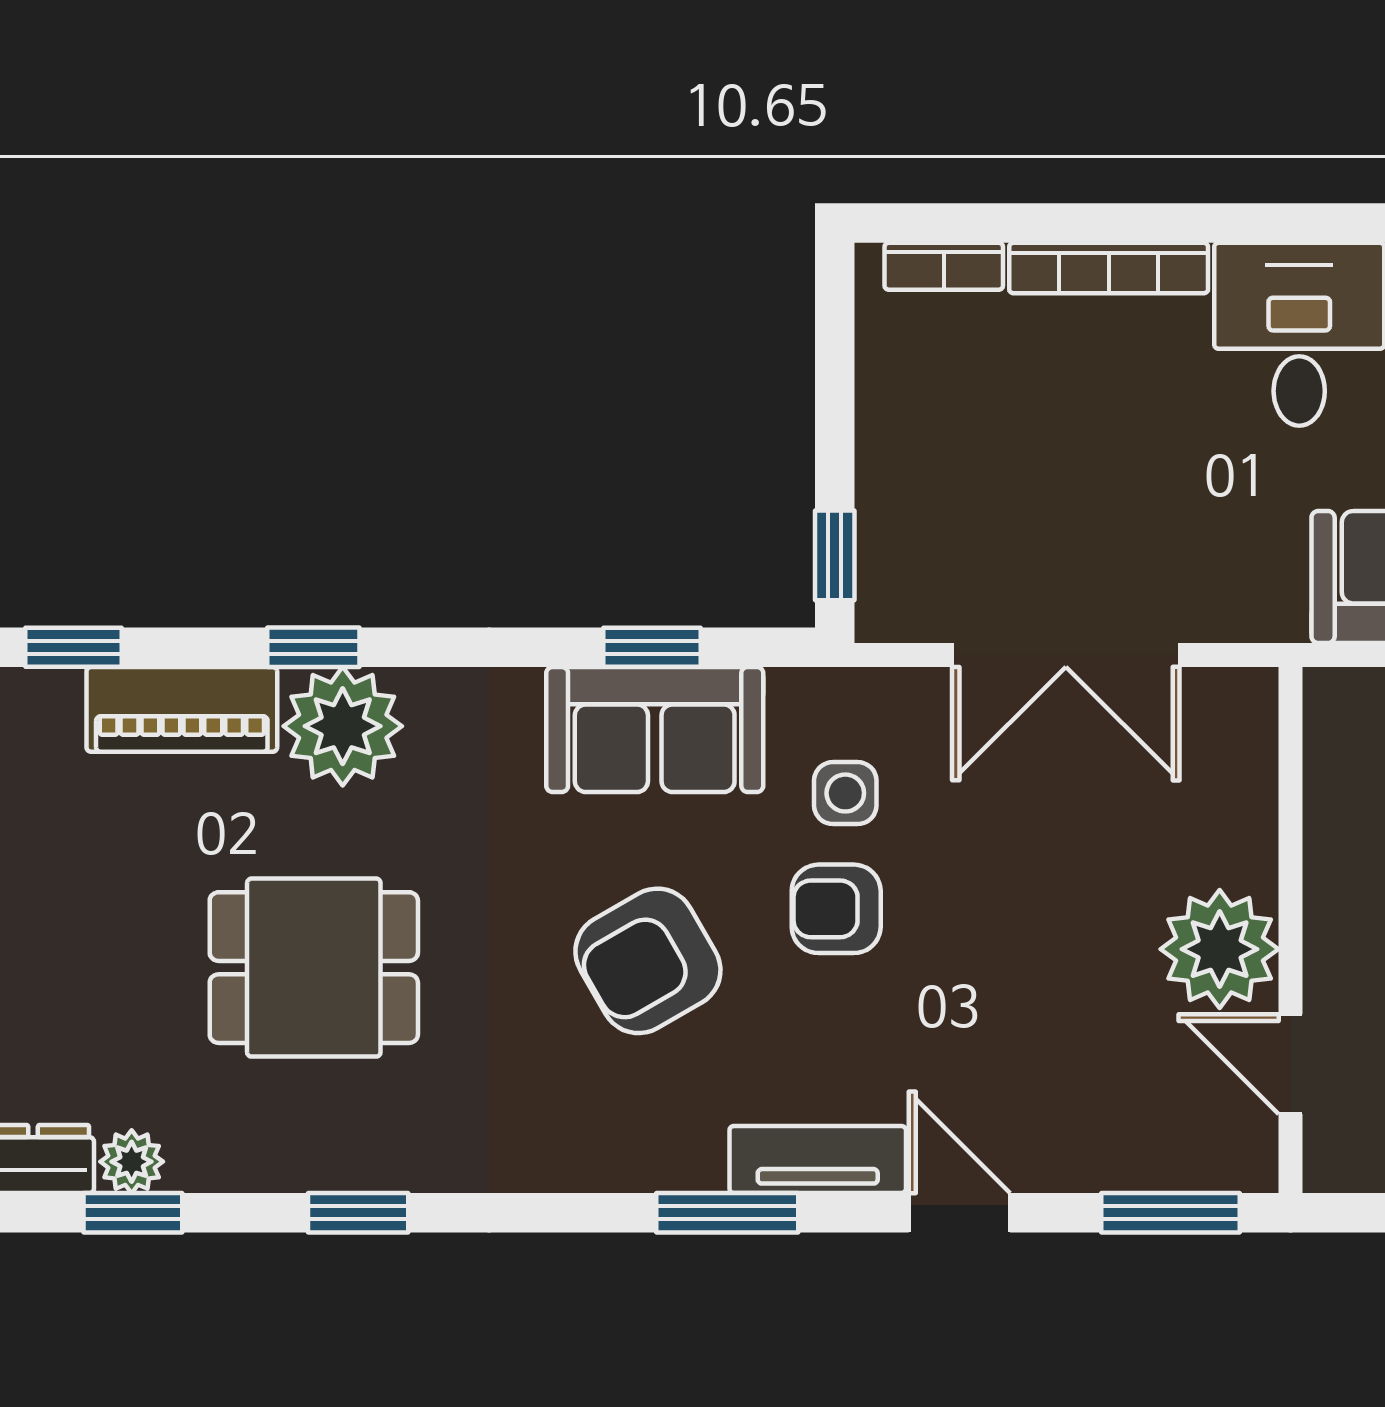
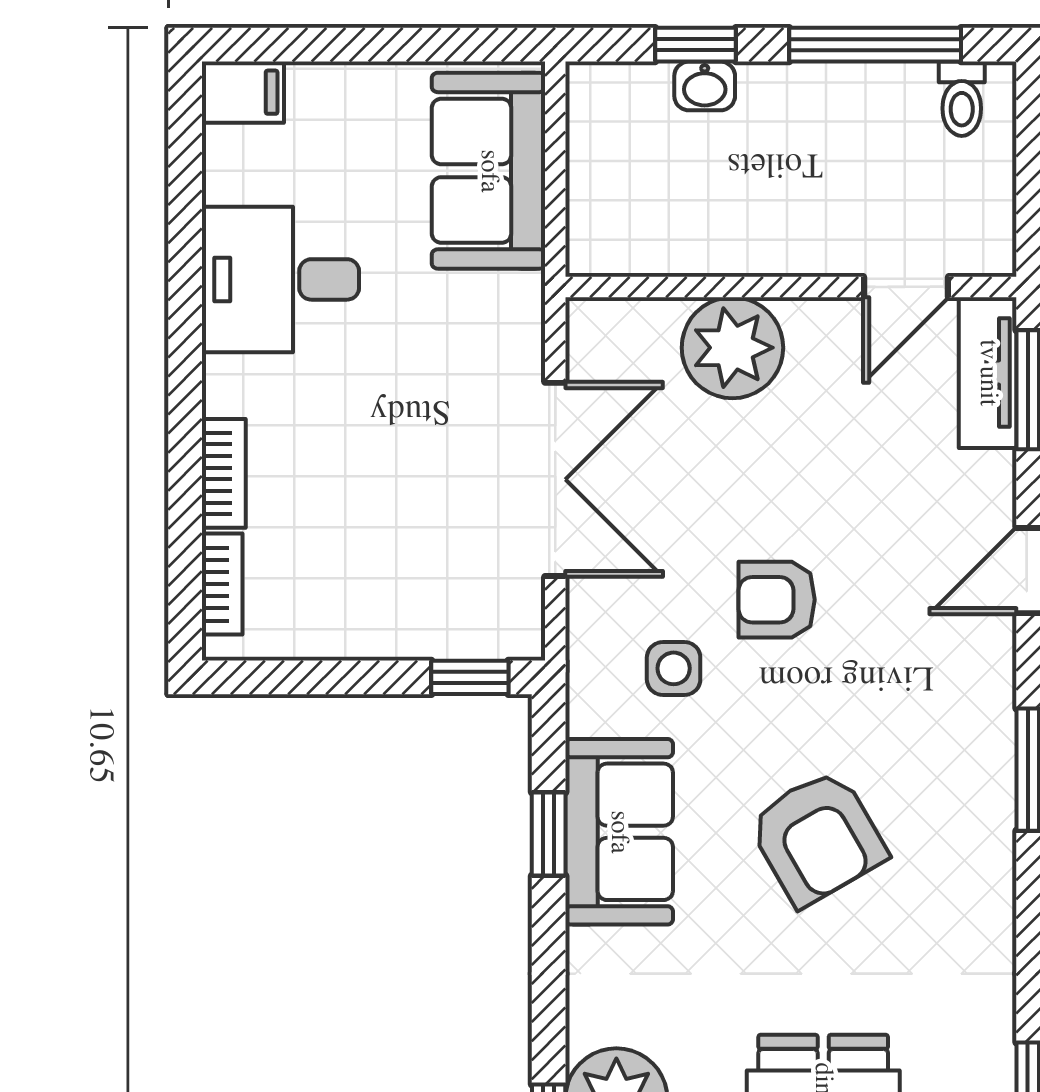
bookcase: (1109, 268) -> (224, 473), width x0.64
armchair: (836, 909) -> (777, 600), moved, turned 90
plant: (1220, 949) -> (732, 348), moved
tv unit: (818, 1160) -> (988, 373), moved

